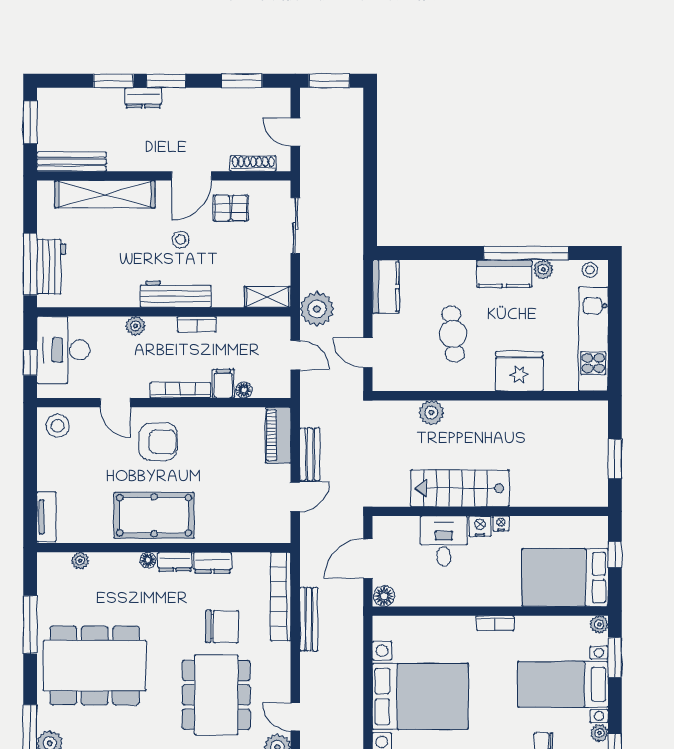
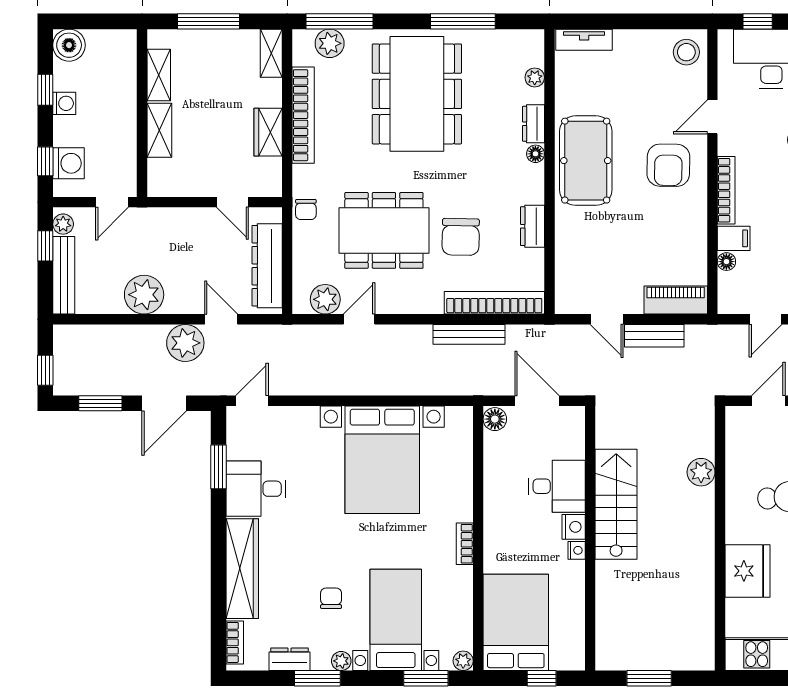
dresser: (175, 562) -> (534, 124), moved

